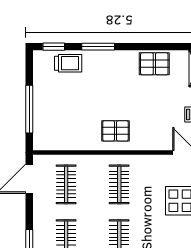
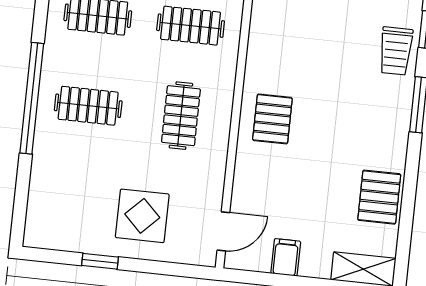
clothes rail: (119, 184) -> (181, 116), turned 90

